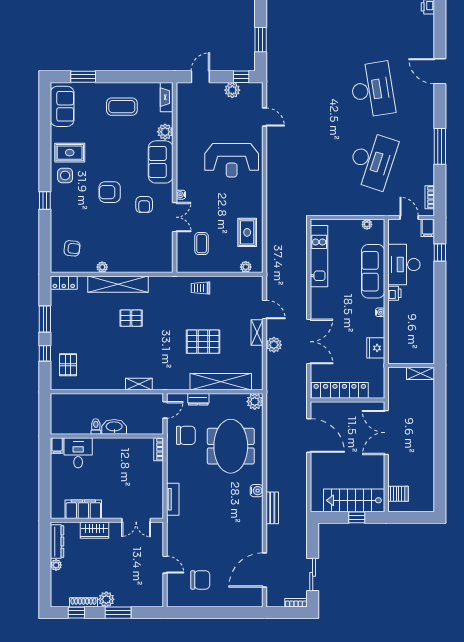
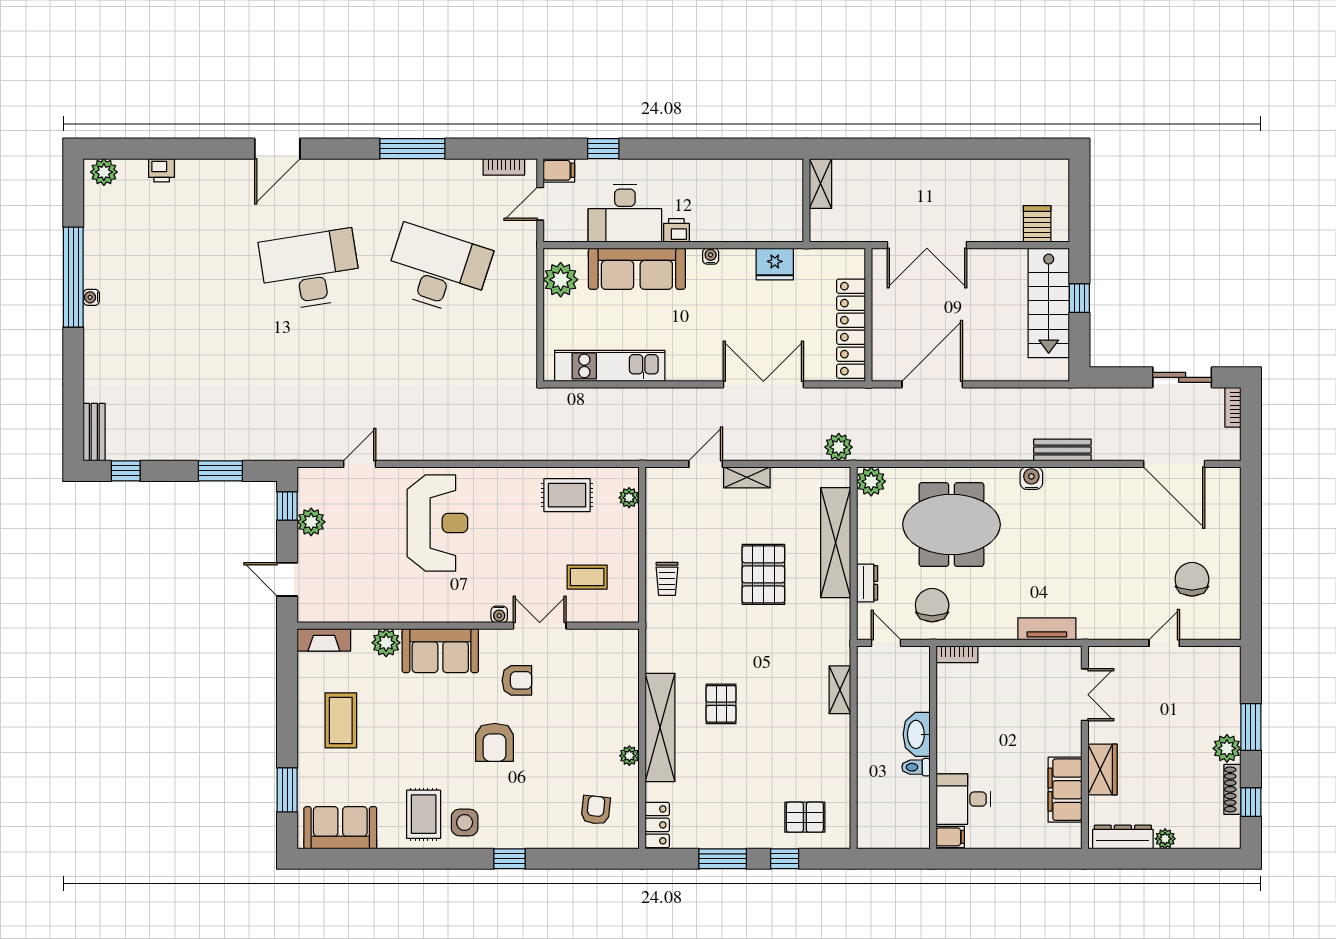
plant: (367, 224) -> (561, 280), width x1.88, depth x1.88
plant: (274, 345) -> (839, 447), moved

